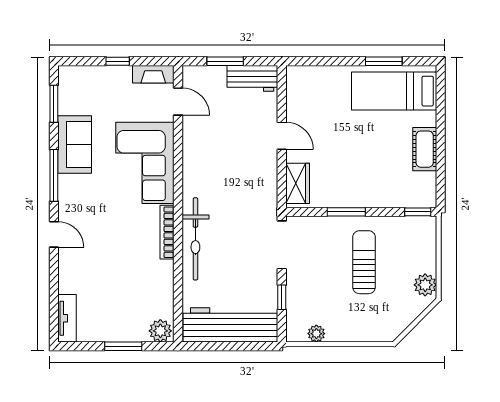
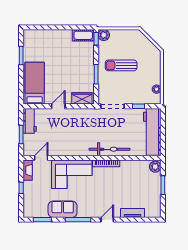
bed: (394, 91) -> (35, 83), moved, turned 180
cot: (425, 149) -> (83, 35), moved
plant: (425, 285) -> (104, 35), moved
tv unit: (67, 318) -> (133, 213), moved

